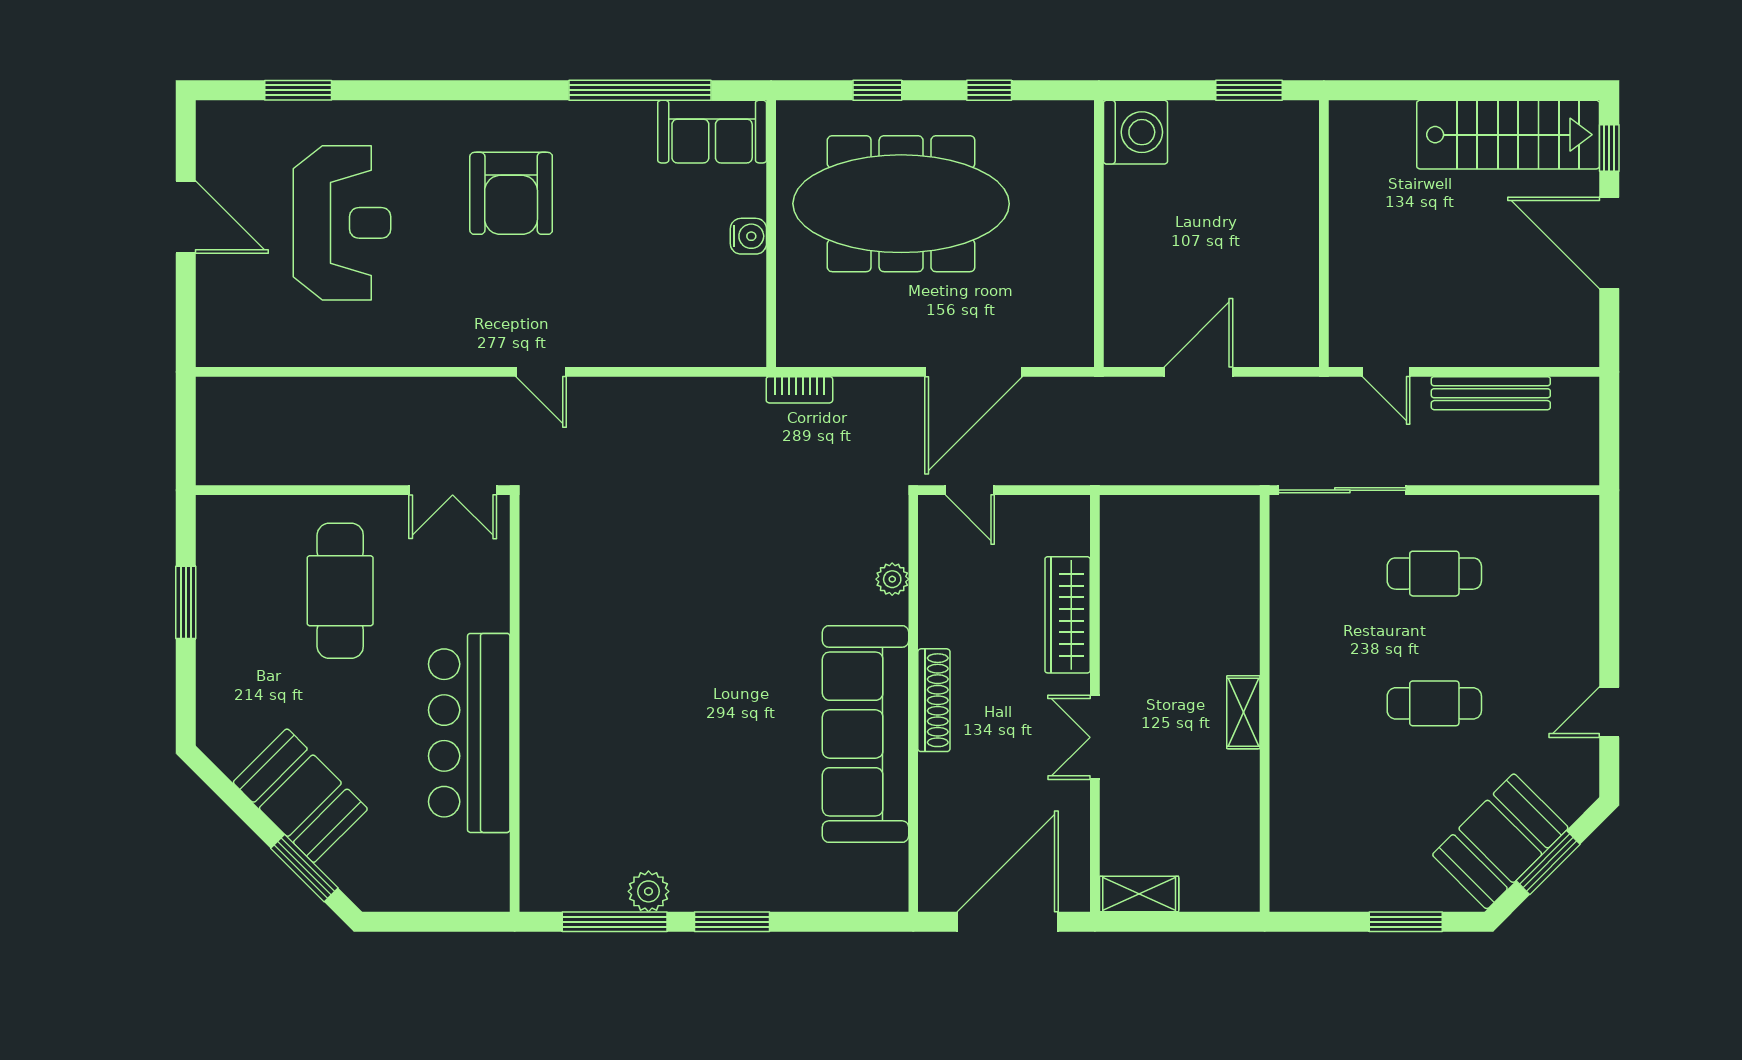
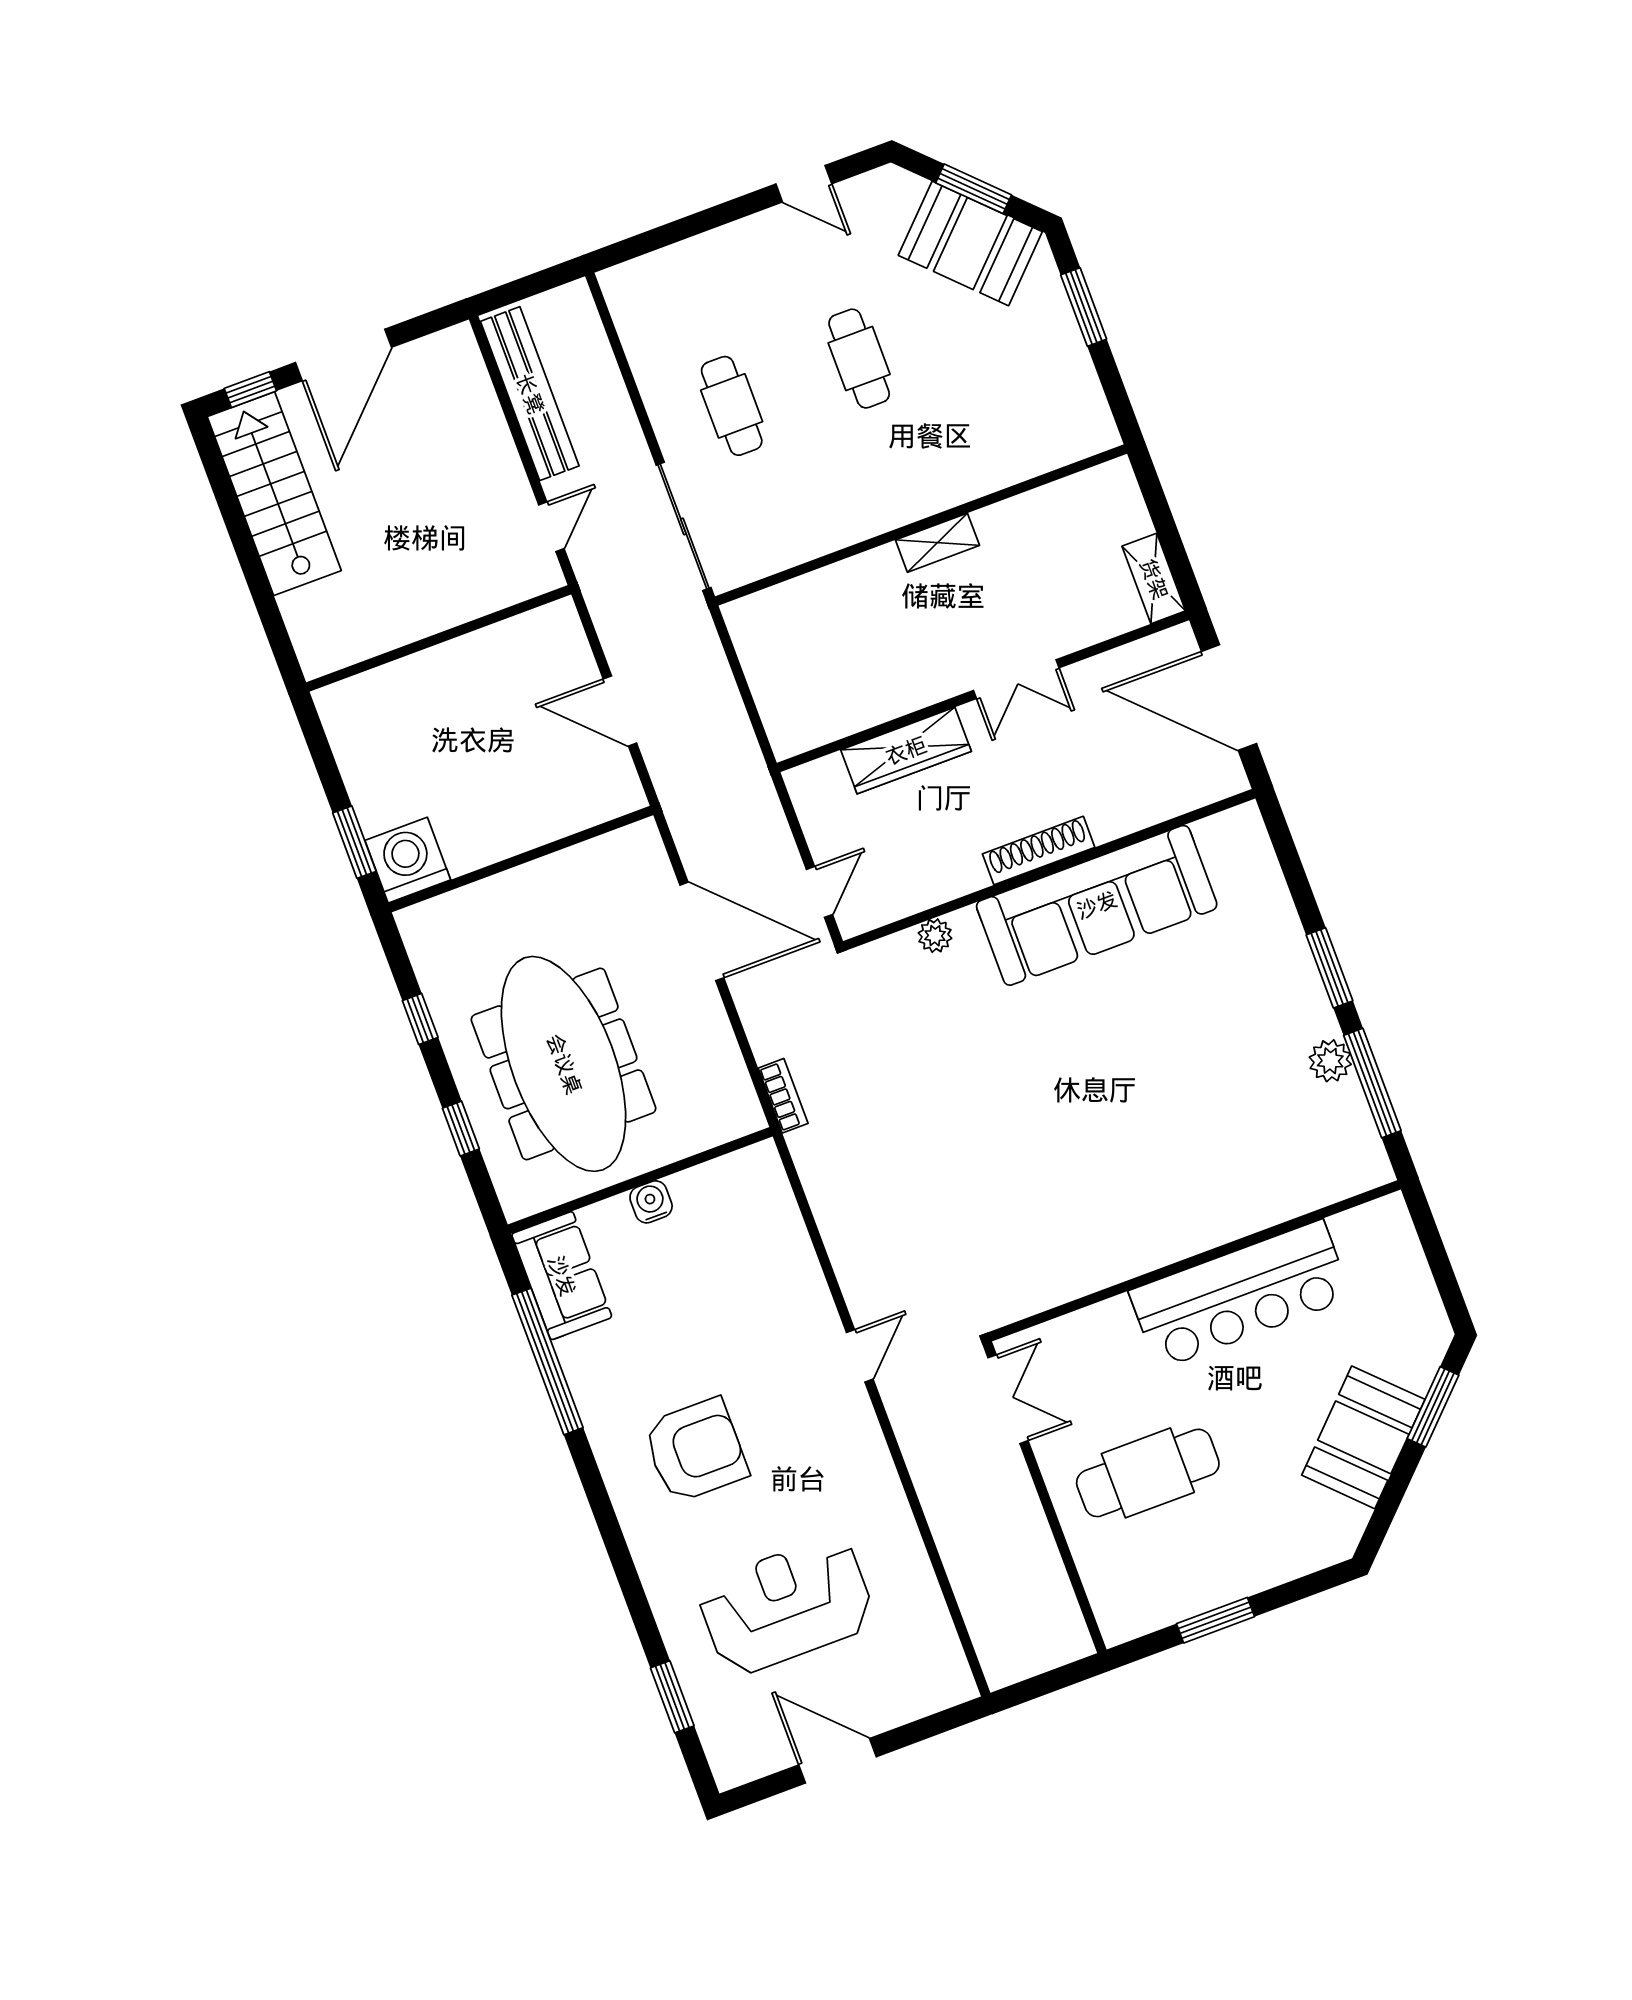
window: (1249, 90) -> (354, 842), moved
door: (186, 217) -> (838, 1761), hinge flipped
bench: (1491, 393) -> (530, 394), width x1.37, depth x1.21

